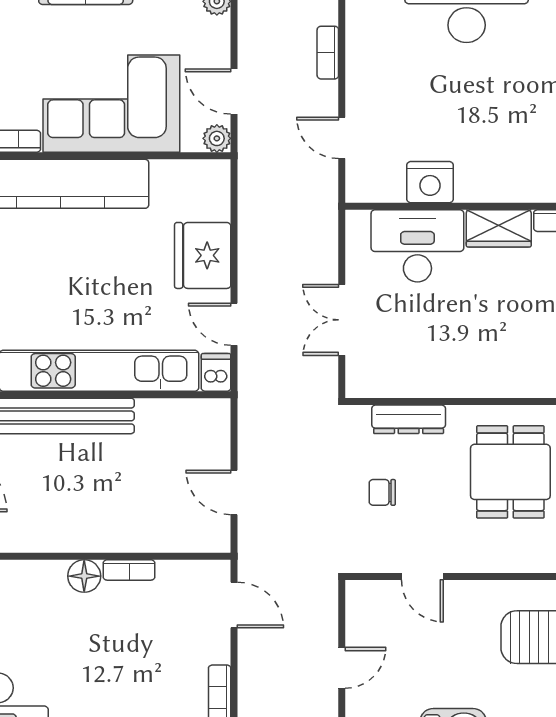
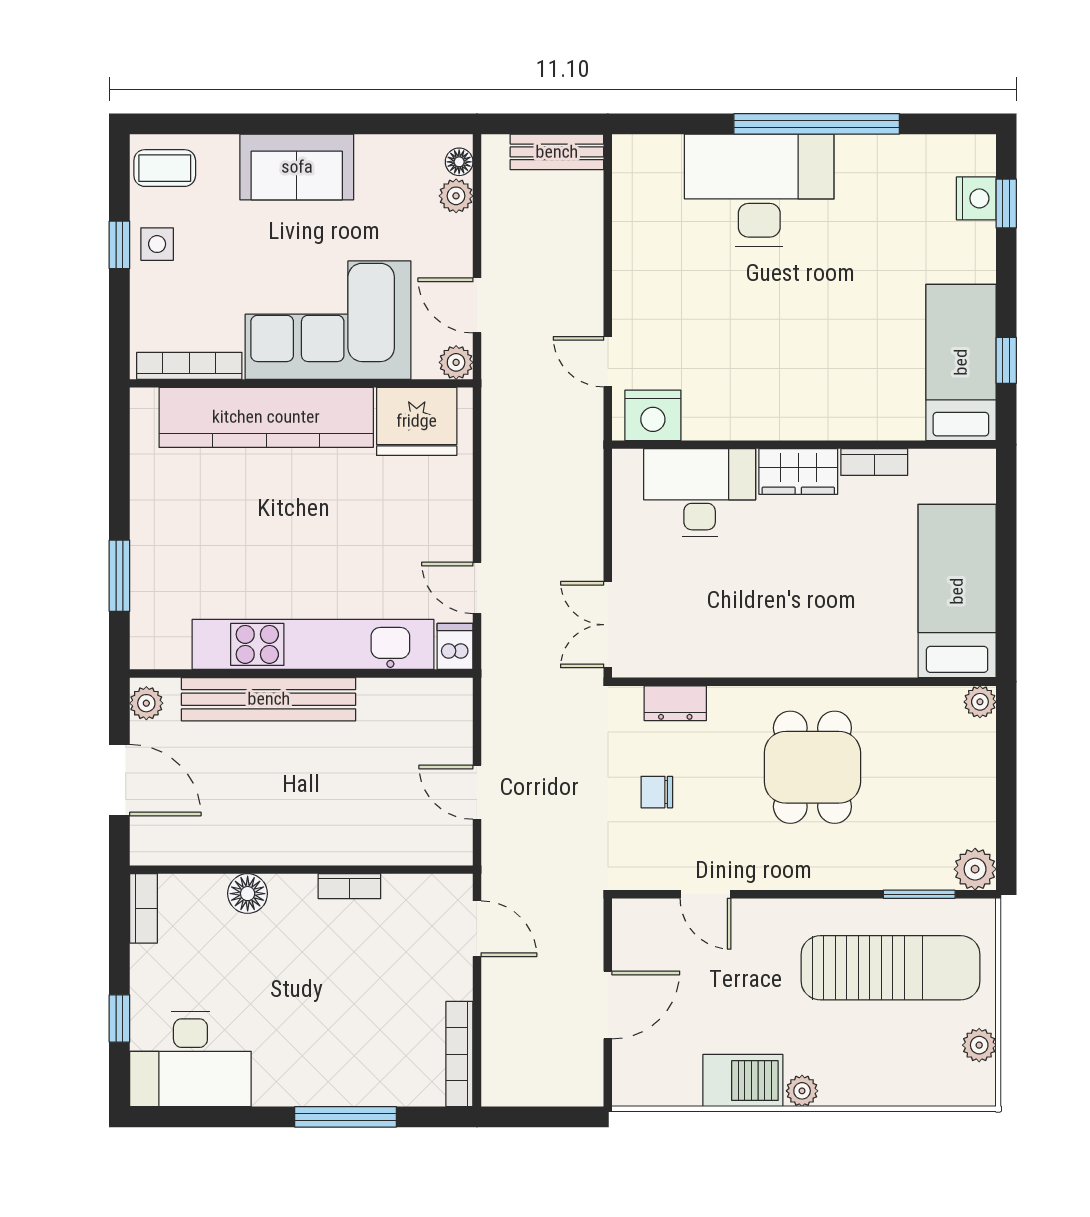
bookcase: (328, 53) -> (591, 258), removed
nightstand: (430, 182) -> (653, 415), moved
fridge: (203, 255) -> (417, 421), moved, turned -90
double door: (342, 320) -> (608, 625), moved
dresser: (409, 419) -> (675, 703), width x0.70
floor lamp: (84, 576) -> (248, 894), moved
door: (342, 668) -> (608, 1005), width x1.38

